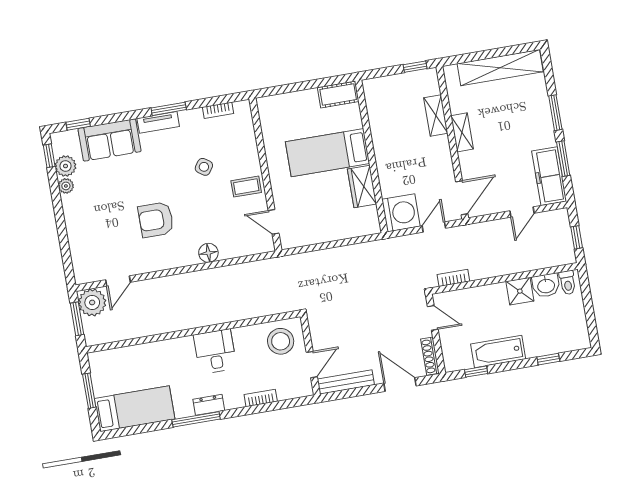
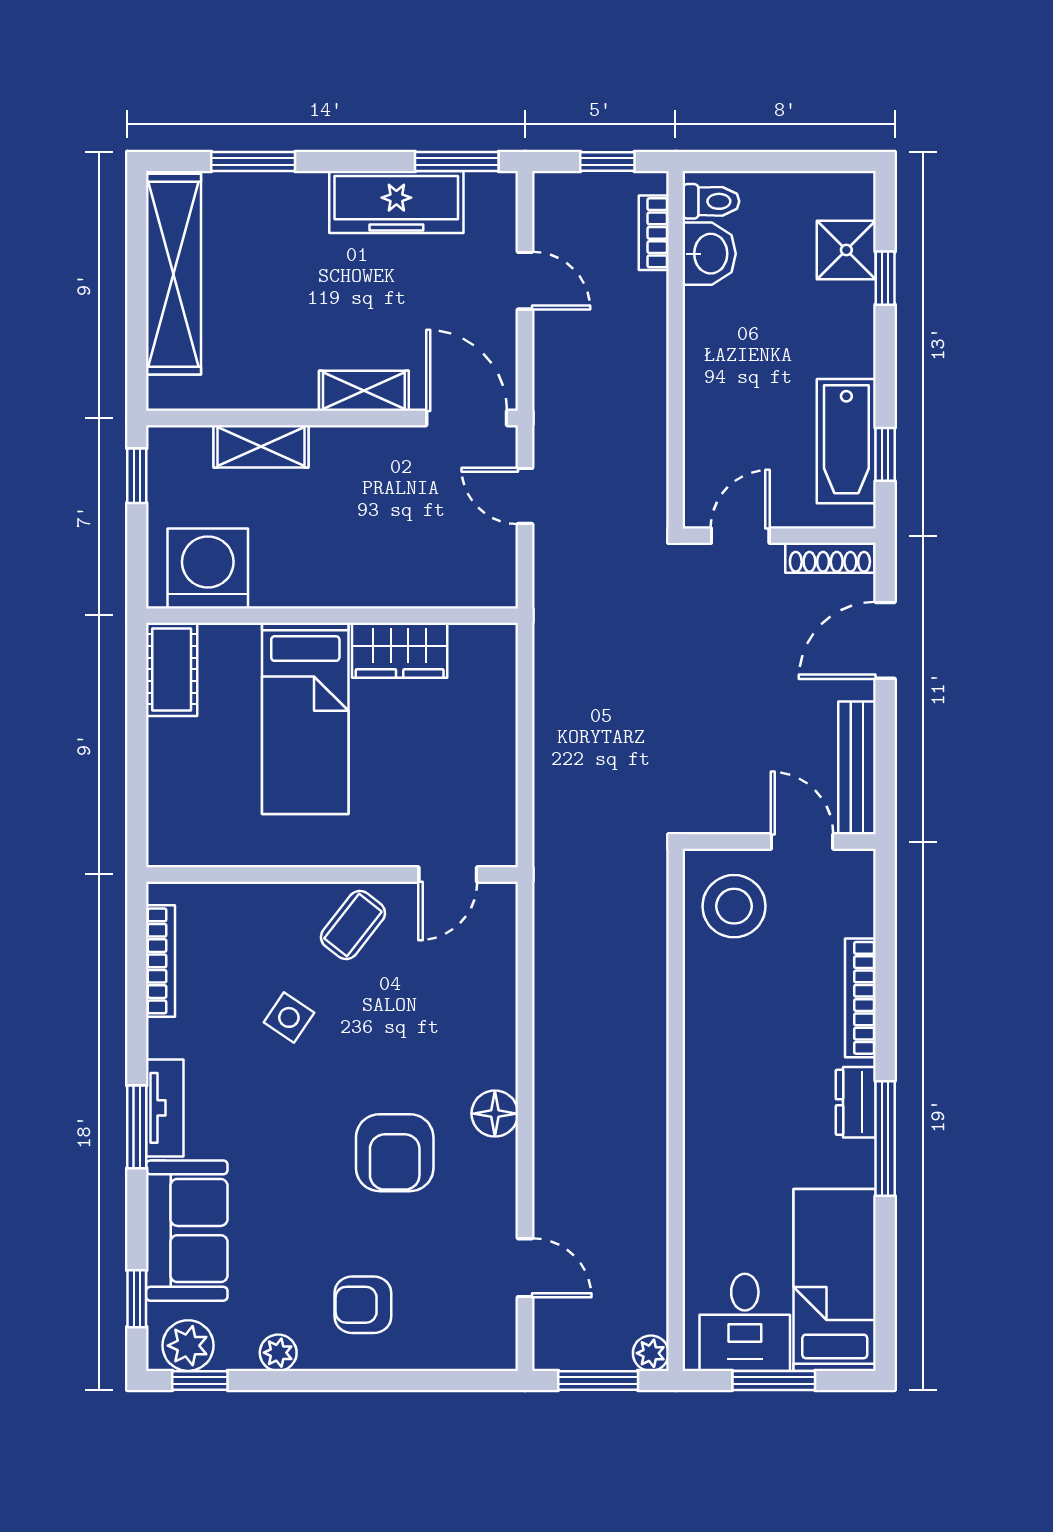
window: (169, 109) -> (137, 1127), moved
bookcase: (218, 110) -> (161, 961), width x1.56
window: (555, 113) -> (253, 161), moved
shelving: (462, 132) -> (364, 391), moved
window: (563, 159) -> (457, 161), moved
plant: (66, 166) -> (188, 1346), moved
freezer: (549, 176) -> (396, 202), moved
coffee table: (246, 187) -> (353, 925), turned 38
washing machine: (401, 213) -> (208, 568), moved
armchair: (91, 217) -> (363, 1305), added
floor lamp: (208, 253) -> (495, 1114), moved
bookcase: (453, 278) -> (654, 233), moved
shower: (520, 291) -> (846, 250), moved
plant: (92, 302) -> (651, 1353), moved, width x0.53, depth x0.53
desk: (215, 351) -> (745, 1322), moved, turned -90
bathtub: (498, 351) -> (846, 441), moved
bookcase: (261, 398) -> (860, 998), width x1.56

